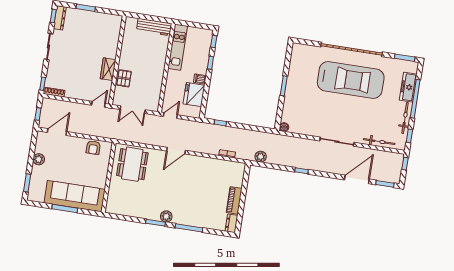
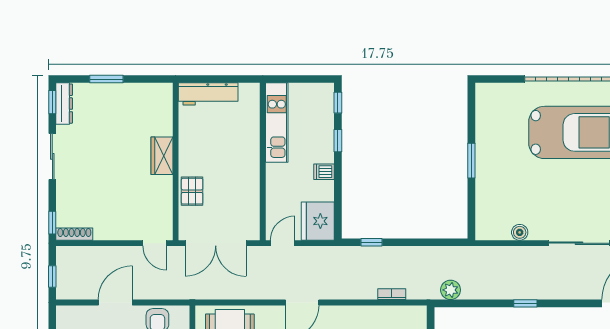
workbench: (154, 27) -> (208, 94), moved
wardrobe: (108, 69) -> (162, 156), moved
fridge: (194, 95) -> (318, 221), moved
door: (98, 104) -> (155, 243), swing flipped
double door: (133, 110) -> (216, 243), width x1.37
boiler: (284, 127) -> (520, 232), moved
door: (57, 132) -> (115, 302), moved

